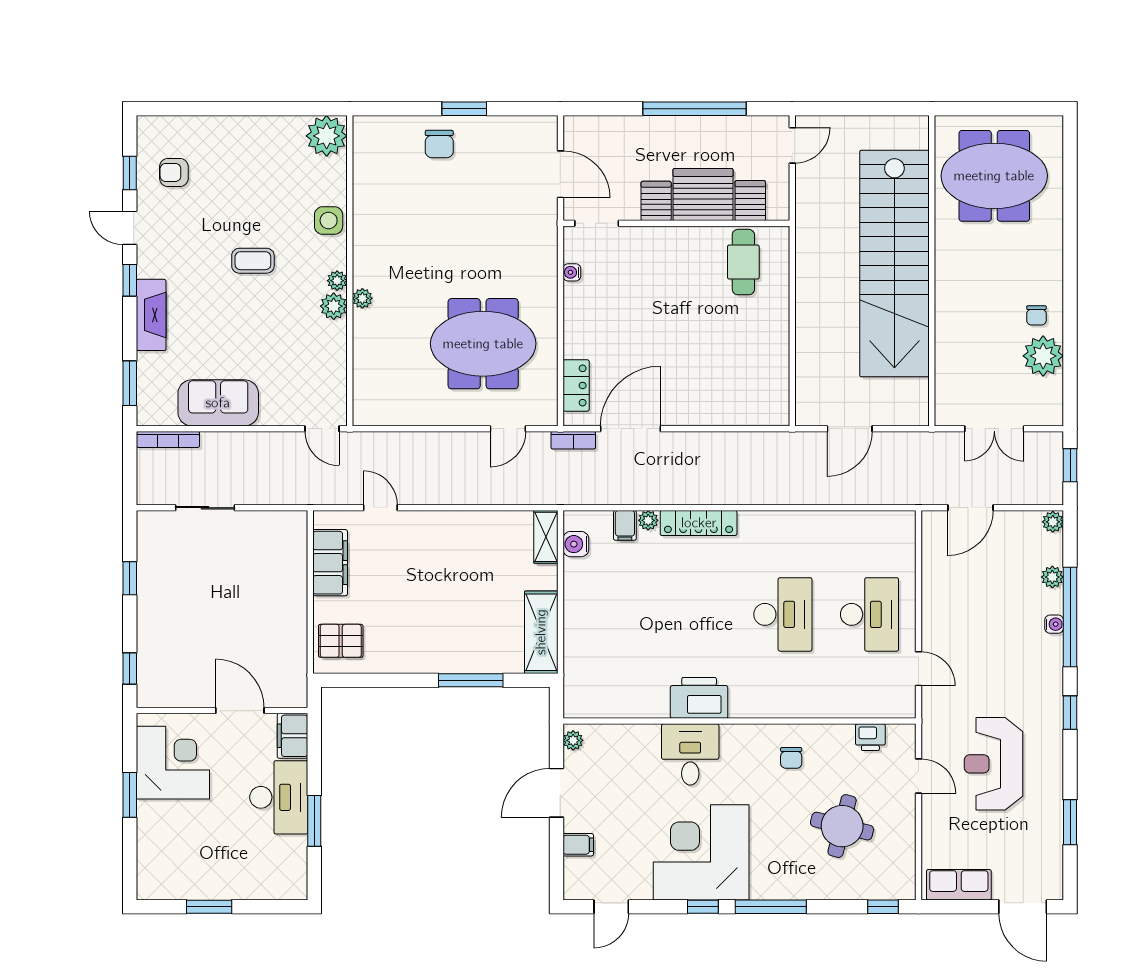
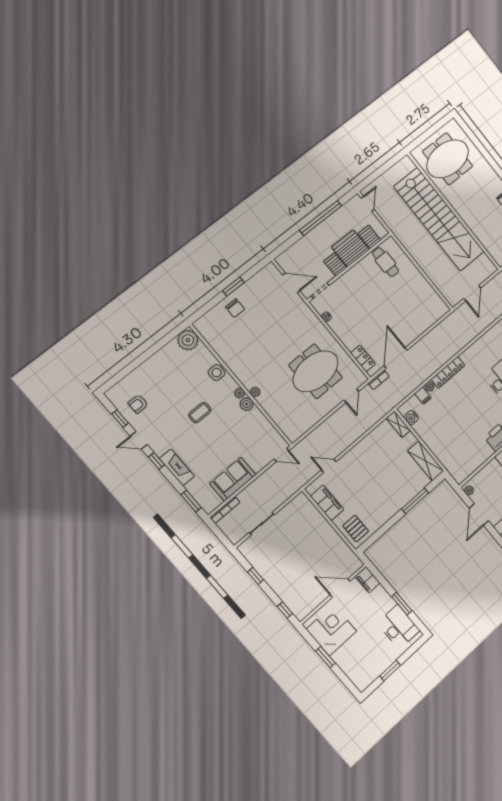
pallet: (341, 641) -> (356, 529), turned 90
desk: (279, 797) -> (398, 627), moved

